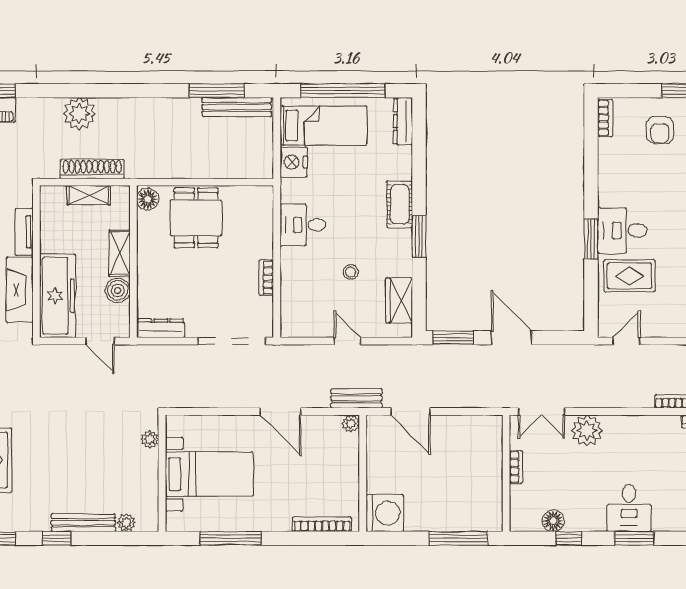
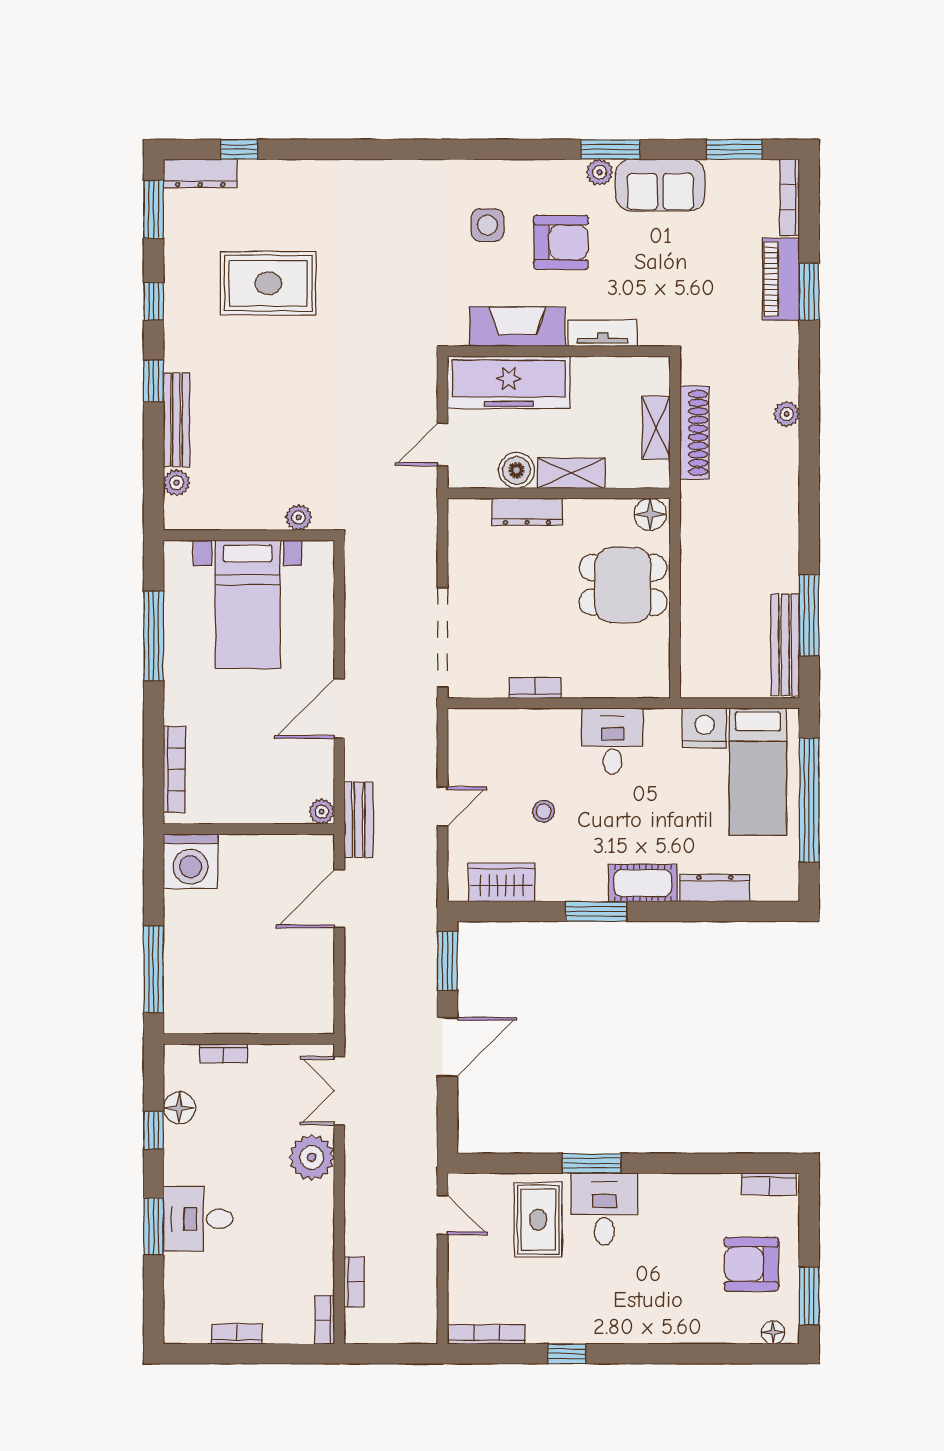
plant: (79, 114) -> (787, 414), width x0.53, depth x0.53
dresser: (403, 121) -> (715, 888), moved
armchair: (660, 130) -> (751, 1264), width x1.38, depth x1.38
dresser: (161, 328) -> (527, 512), moved, turned 90
bookcase: (516, 467) -> (224, 1053), moved

